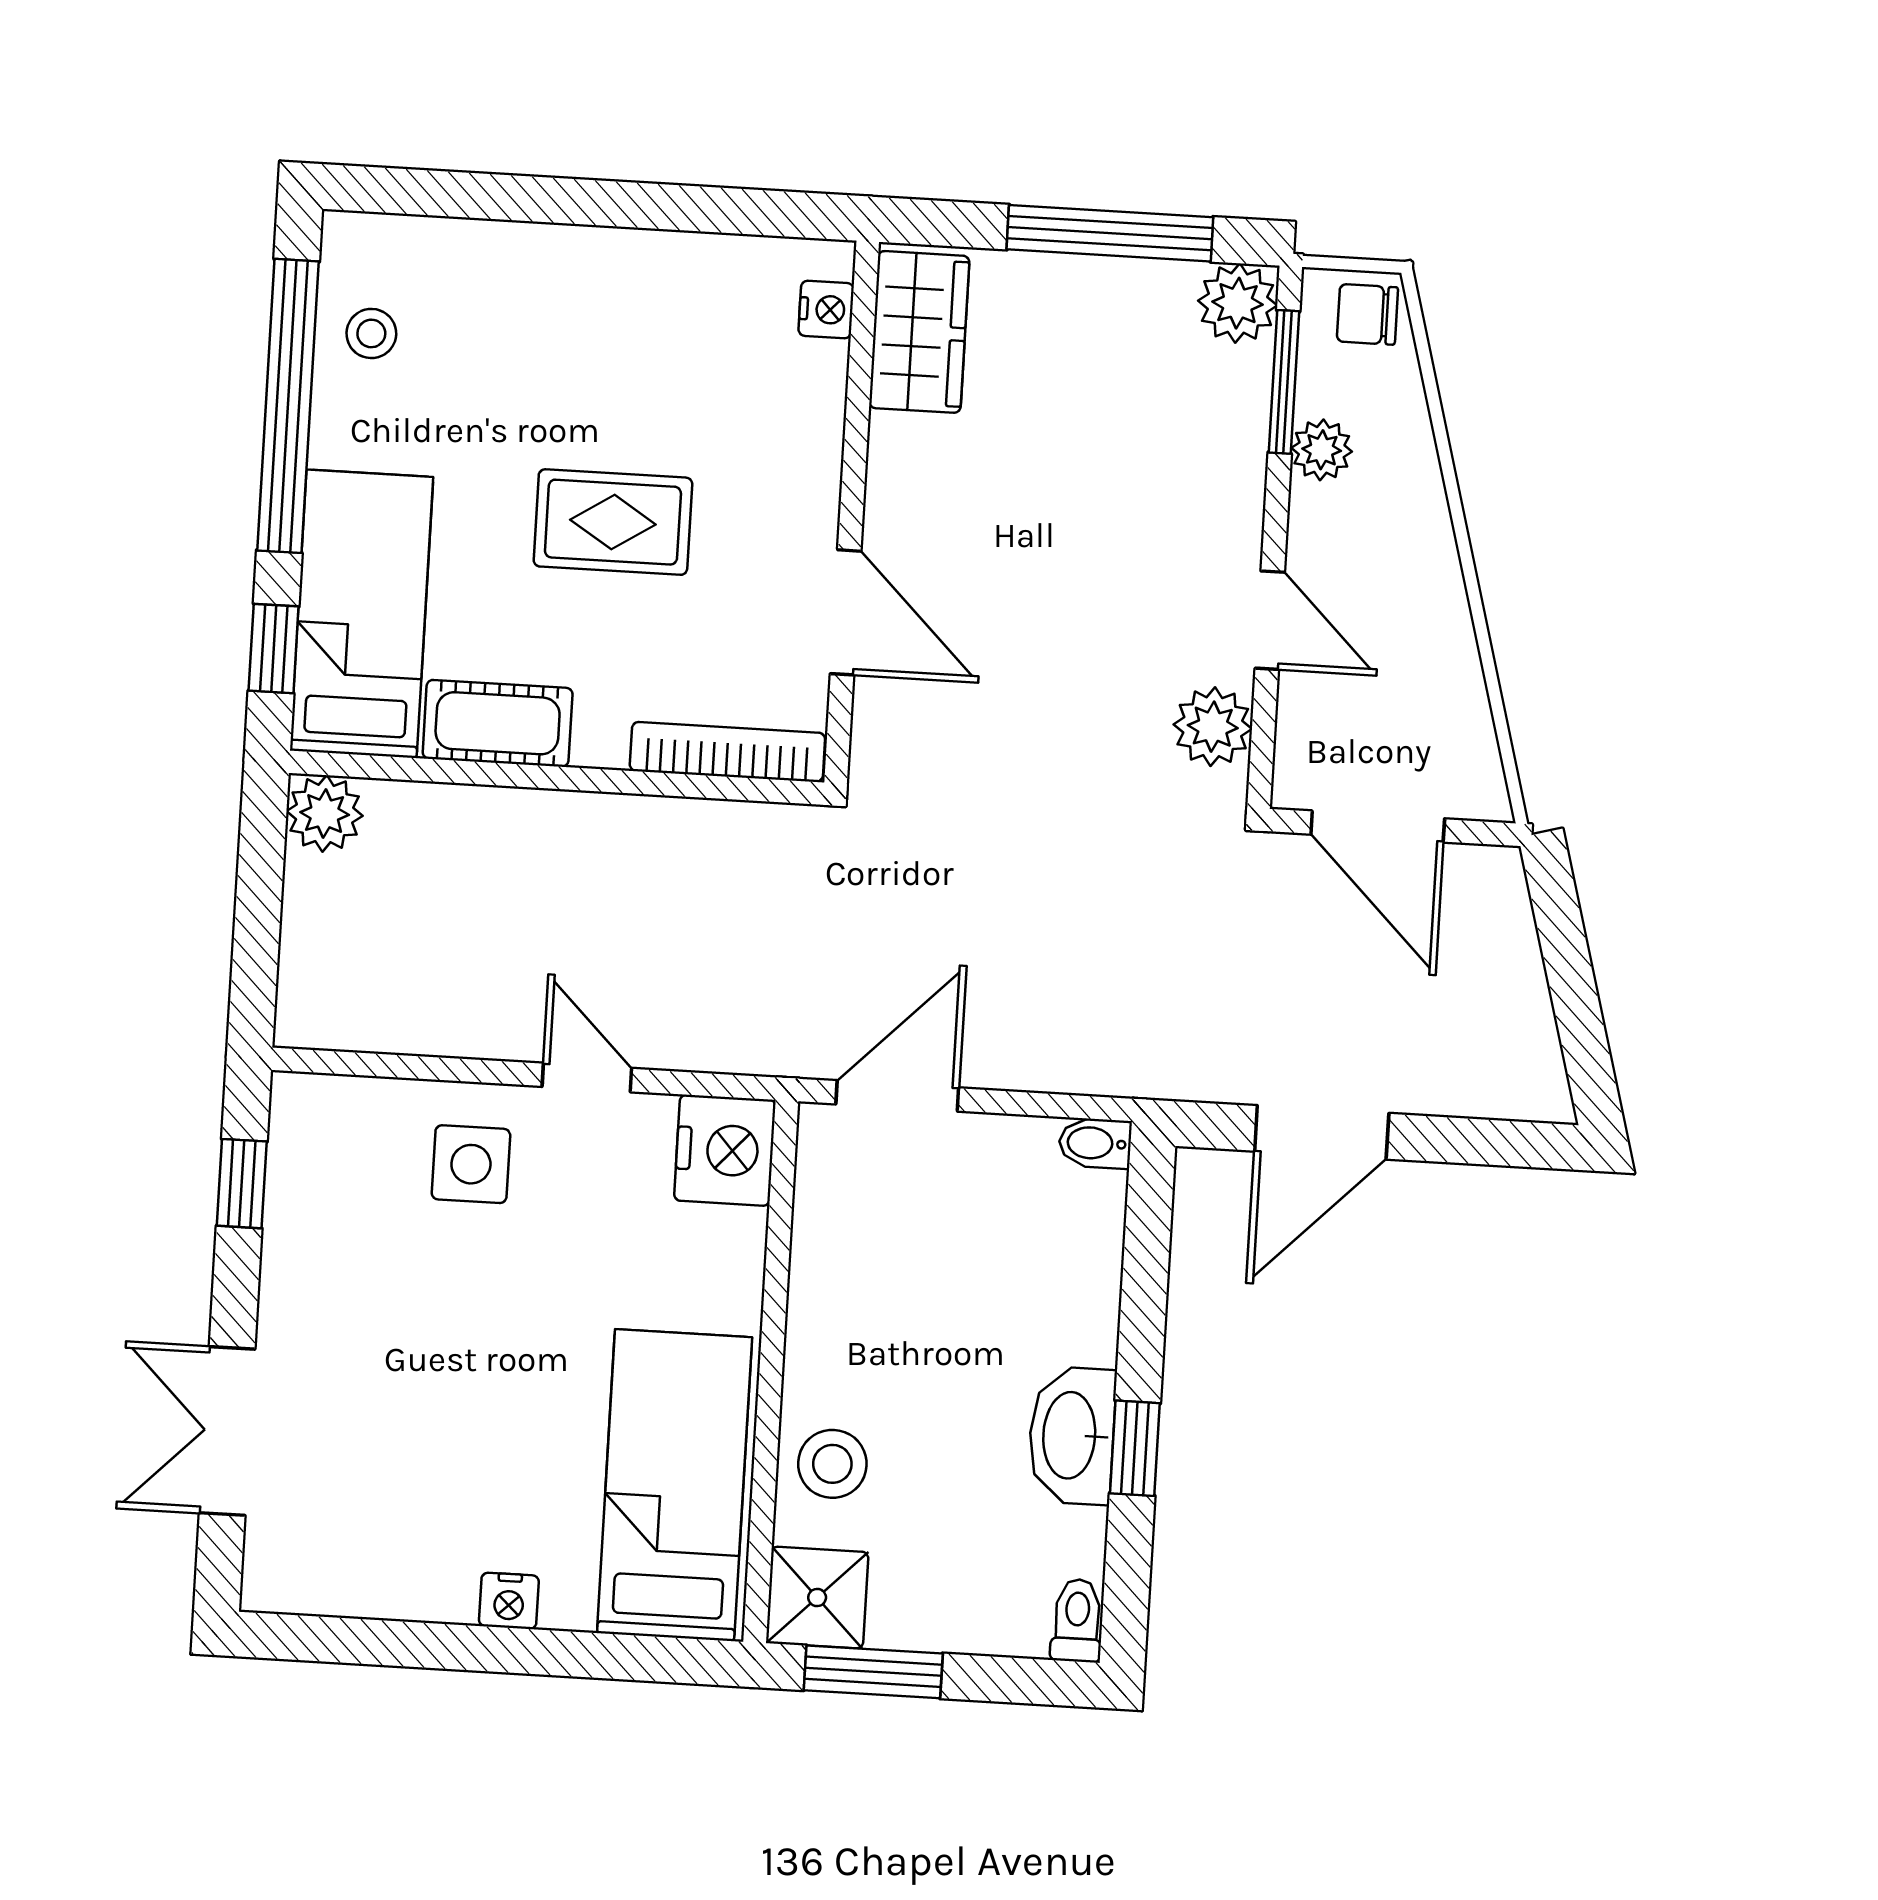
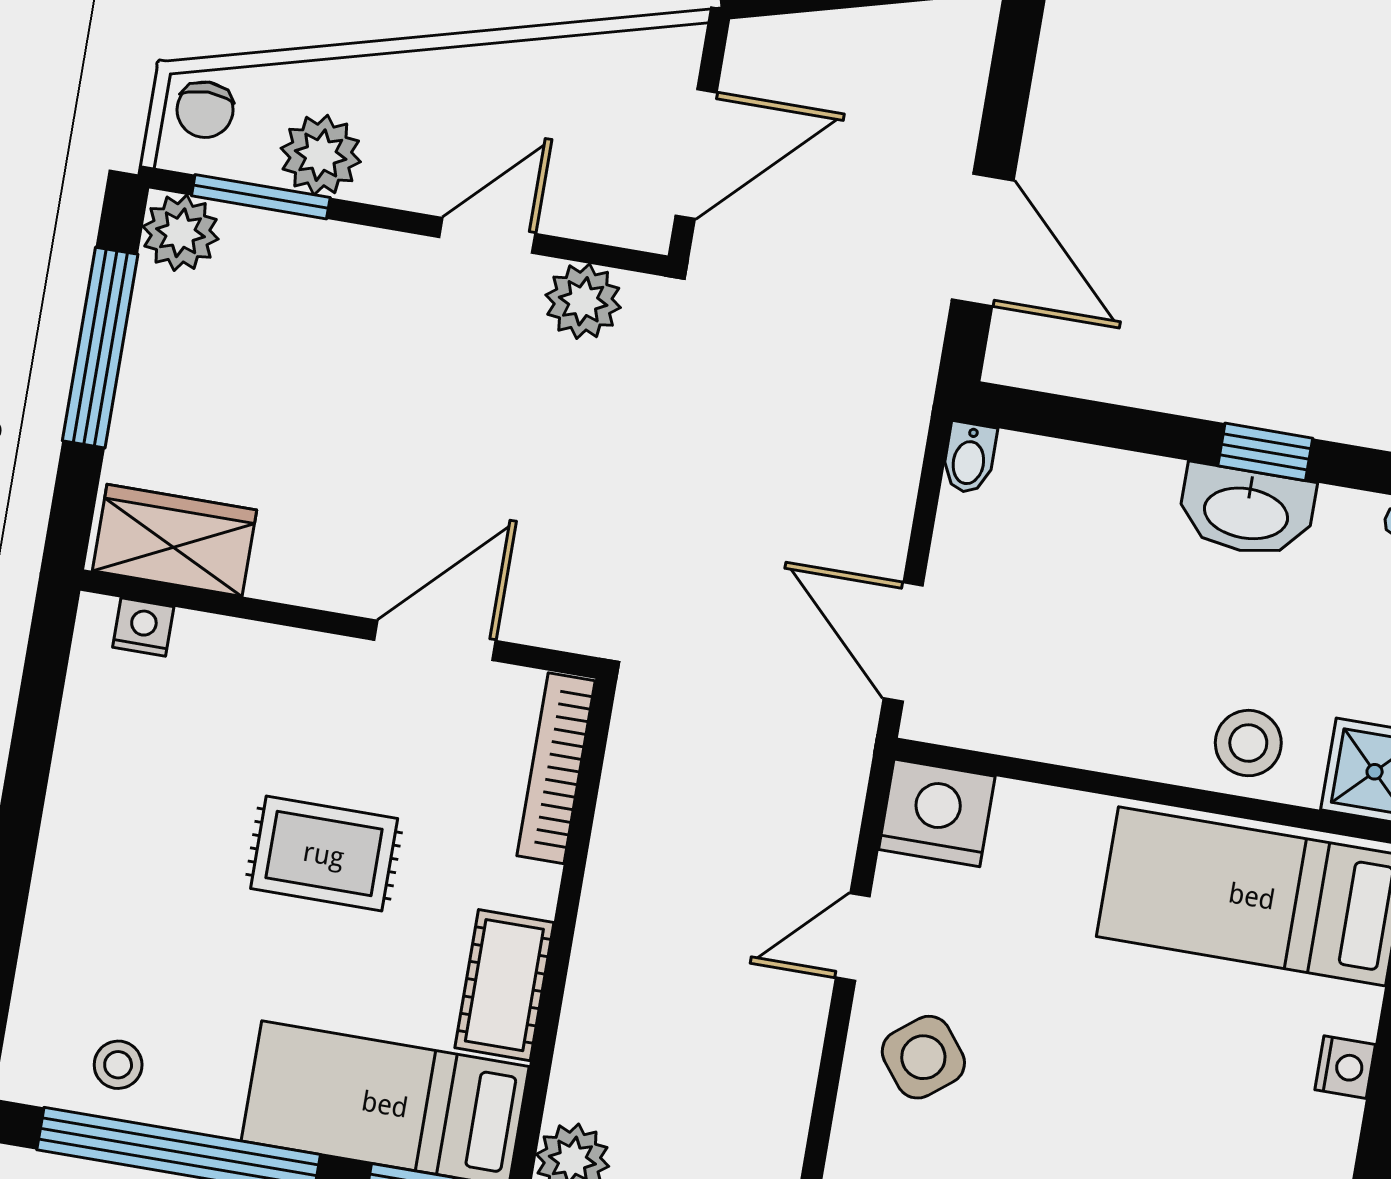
plant: (1322, 450) -> (321, 155), width x1.38, depth x1.38
rug: (613, 522) -> (324, 854), turned 90
side table: (471, 1164) -> (923, 1057), turned -38

